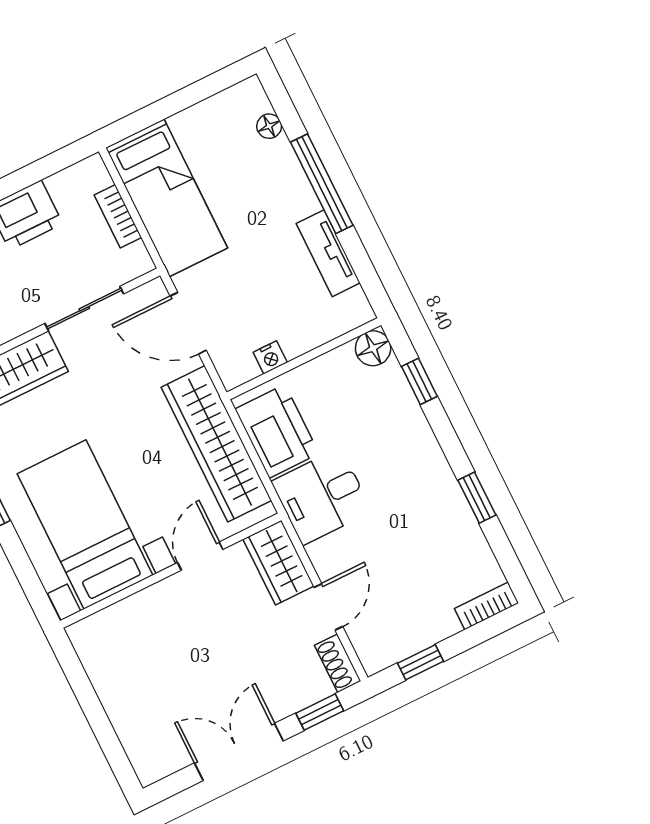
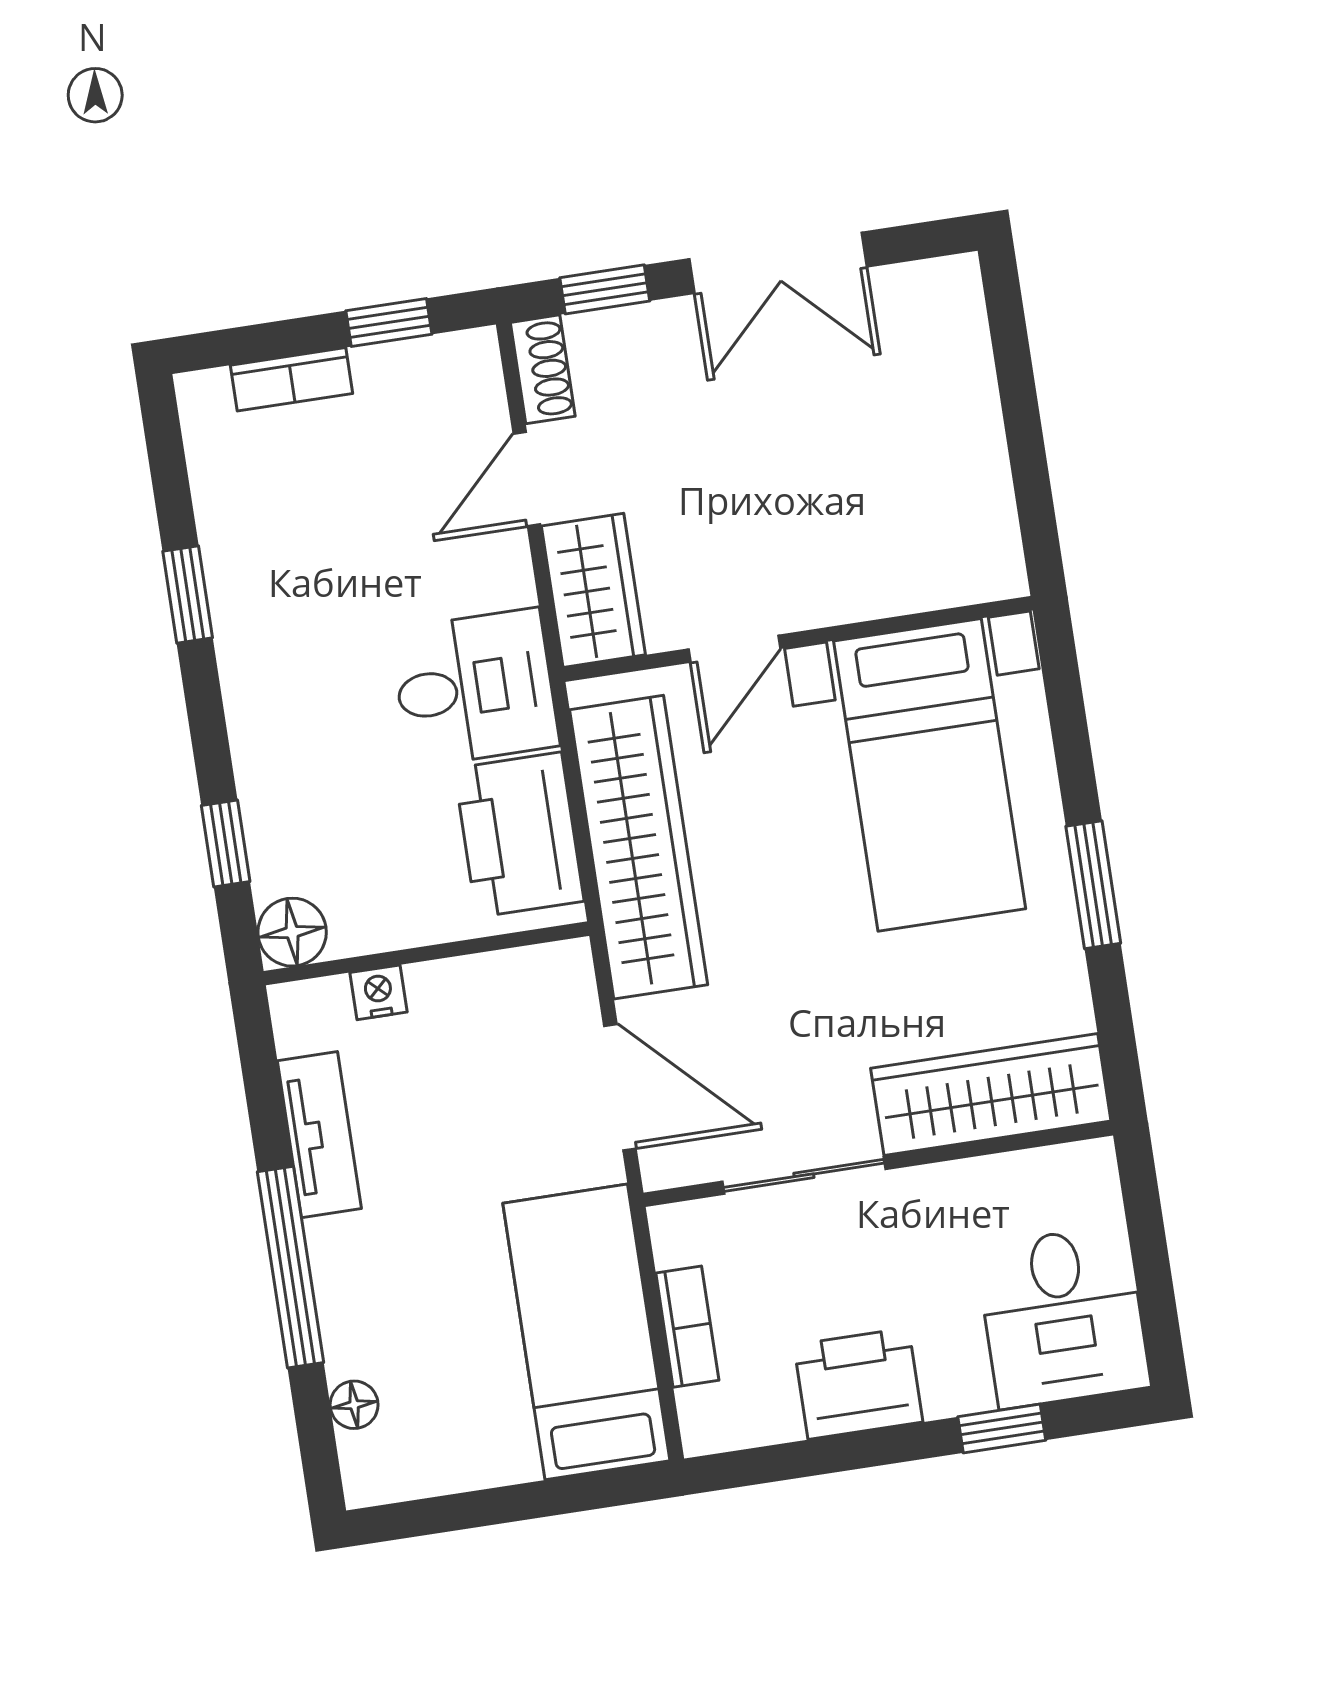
nightstand: (270, 357) -> (379, 992), moved
bookcase: (486, 606) -> (291, 379), moved

